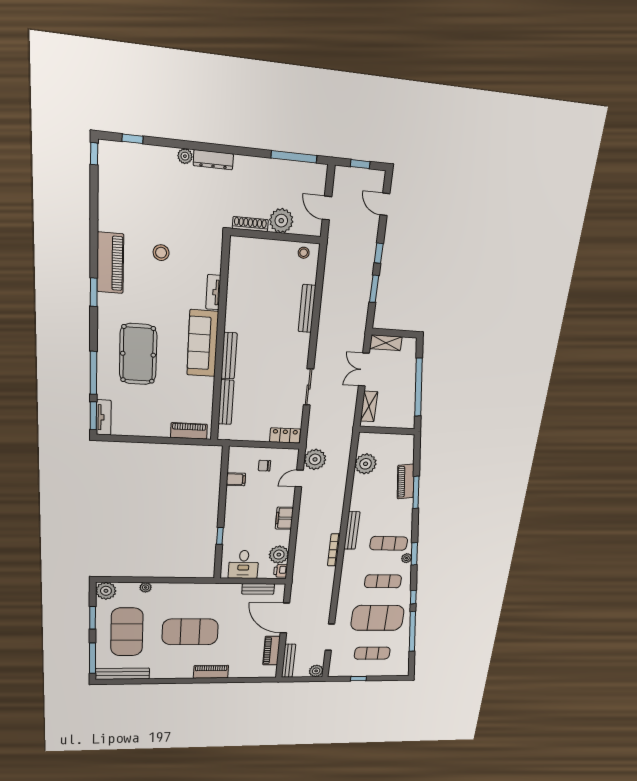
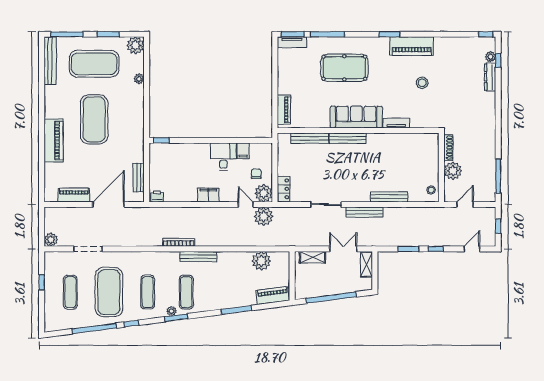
plant: (185, 156) -> (491, 57), moved
dresser: (213, 160) -> (490, 77), moved
piano: (406, 482) -> (273, 296), moved
window: (220, 536) -> (161, 140), moved
plant: (279, 555) -> (264, 193), moved
desk: (244, 564) -> (223, 157), moved, turned 90
bench: (289, 661) -> (364, 212), moved
piano: (211, 672) -> (54, 140), width x1.37, depth x1.33

